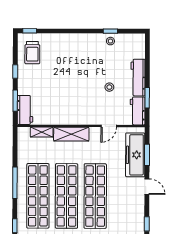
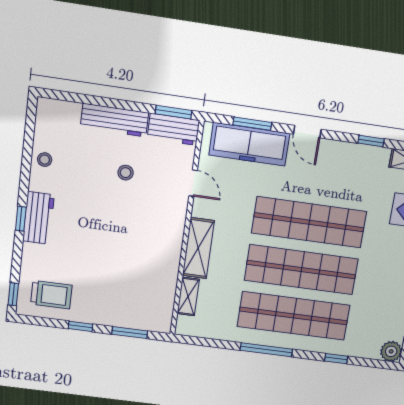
window: (110, 31) -> (21, 219), moved
window: (147, 98) -> (174, 112), moved
workbench: (25, 110) -> (38, 218), moved, turned 90
door: (147, 187) -> (307, 132), swing flipped

